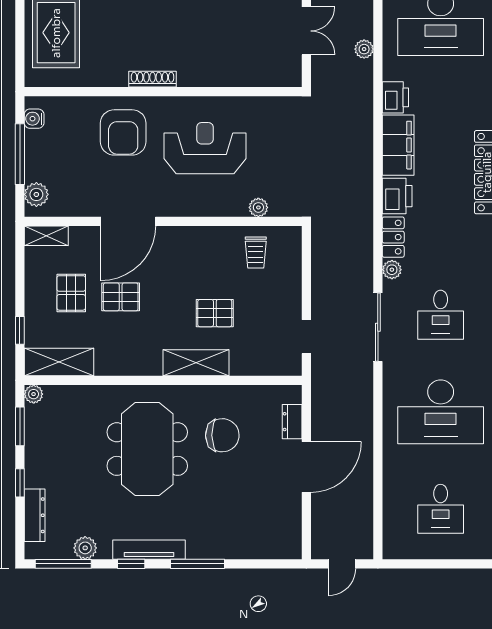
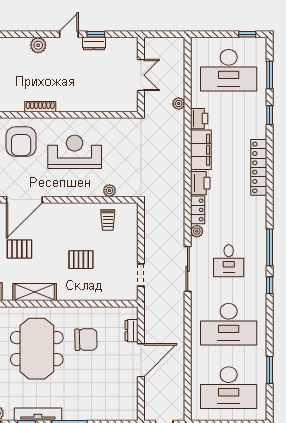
plant: (364, 49) -> (179, 104), moved
shelving: (196, 363) -> (35, 292), moved
desk: (441, 509) -> (229, 388), width x1.87, depth x1.30

